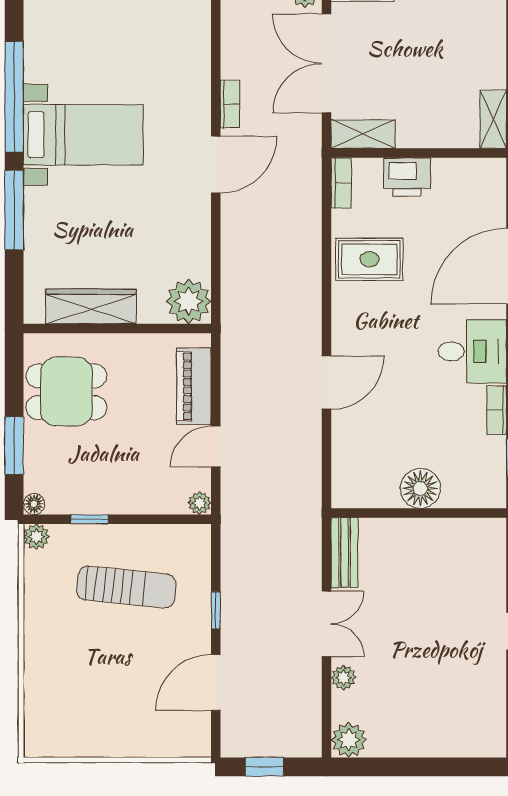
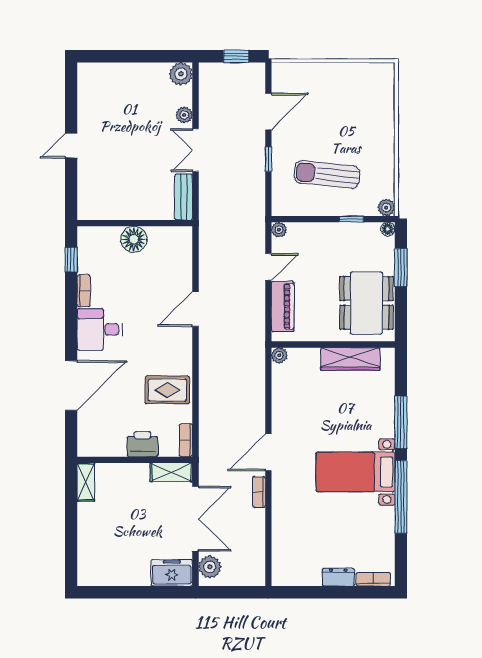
plant: (189, 301) -> (279, 355), width x0.53, depth x0.53
dining table: (67, 392) -> (366, 303), width x1.38

